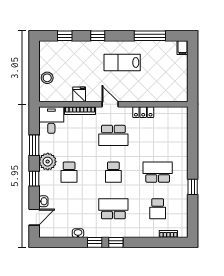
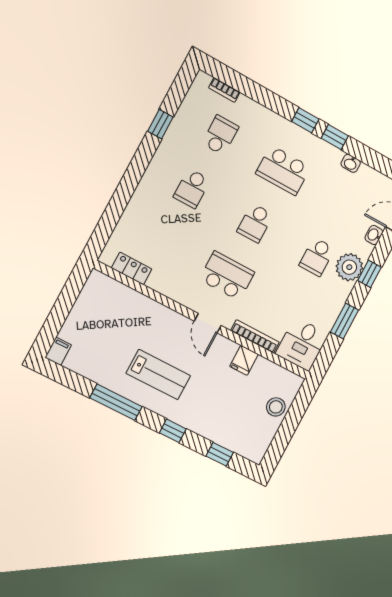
window: (150, 36) -> (116, 402), moved
locker: (143, 112) -> (132, 268), moved
plant: (48, 162) -> (349, 267), moved
school desk: (69, 172) -> (317, 257), turned 180
school desk: (113, 172) -> (255, 223), turned 180
school desk: (158, 172) -> (192, 188), width x0.54
window: (193, 187) -> (160, 124), moved

